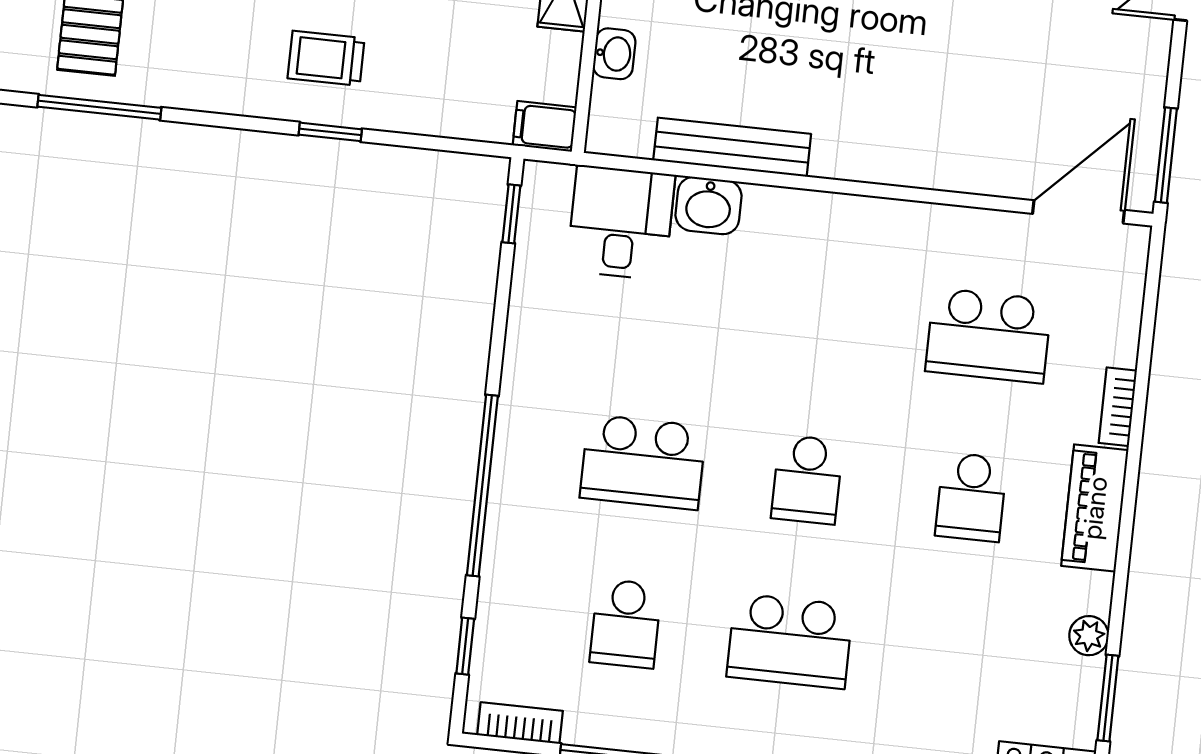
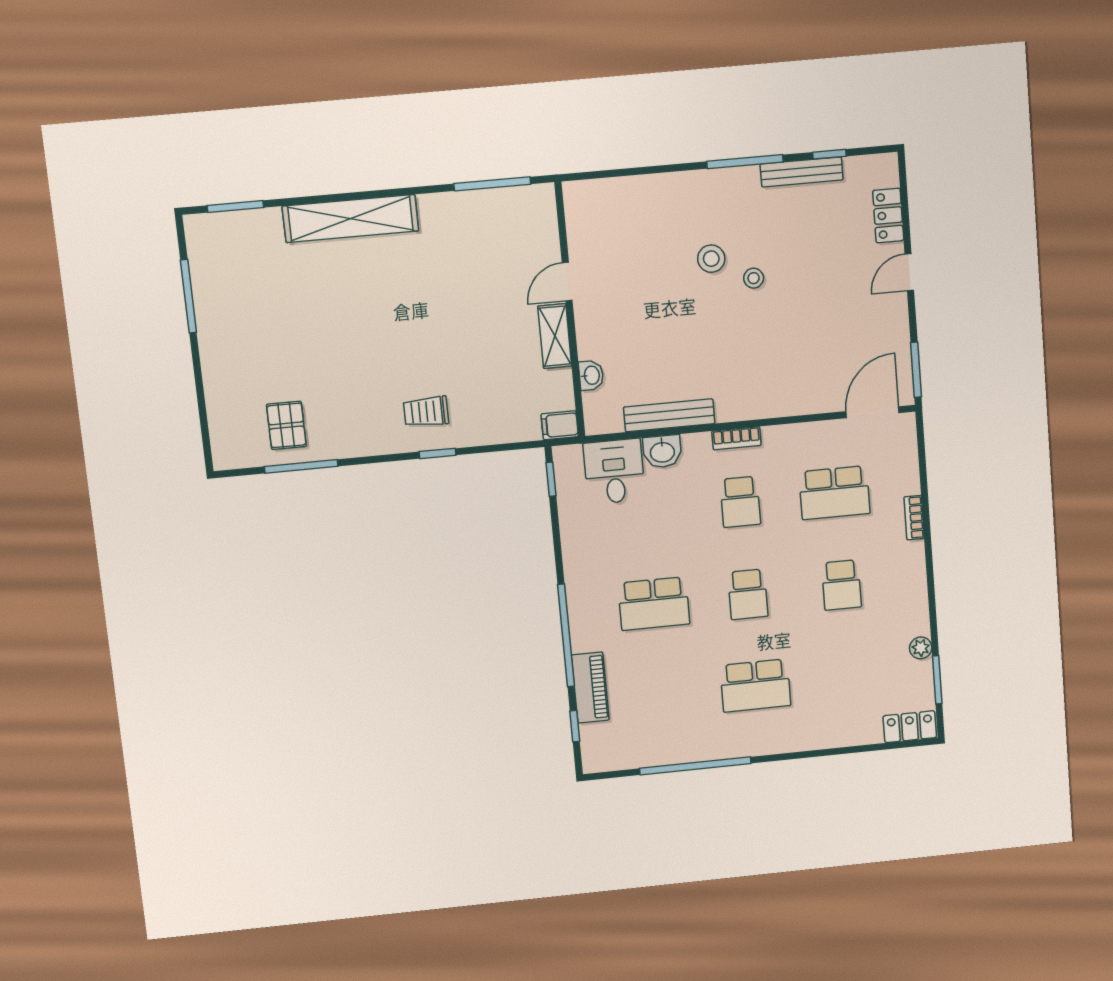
piano: (1095, 508) -> (590, 688), moved, turned 180
school desk: (626, 624) -> (740, 502), moved
bookcase: (520, 723) -> (736, 438), moved, turned 180

